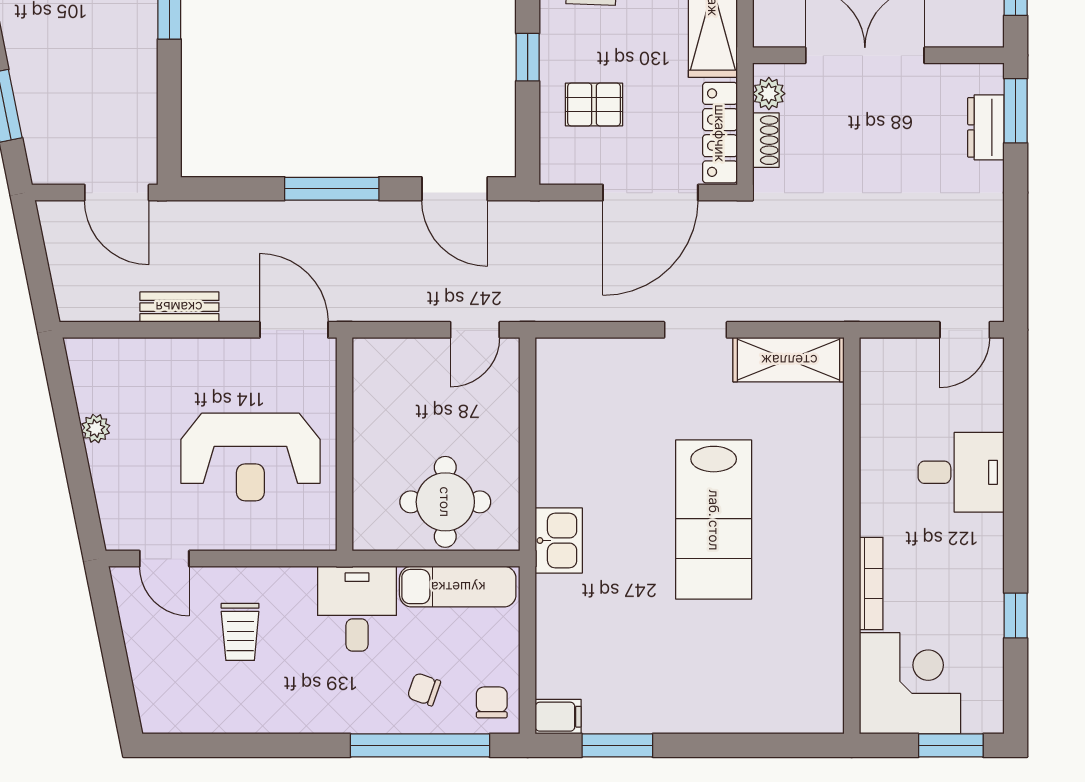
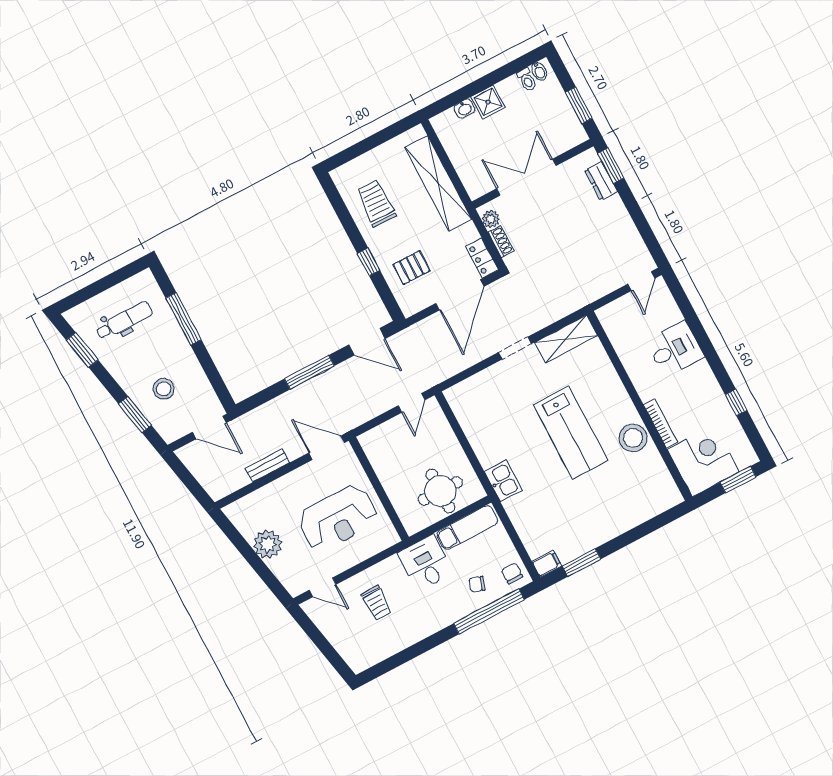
stool: (75, 88) -> (164, 389), added
locker: (720, 133) -> (482, 258), width x0.66
plant: (96, 428) -> (268, 544), width x1.88, depth x1.88
stool: (813, 584) -> (633, 438), added

